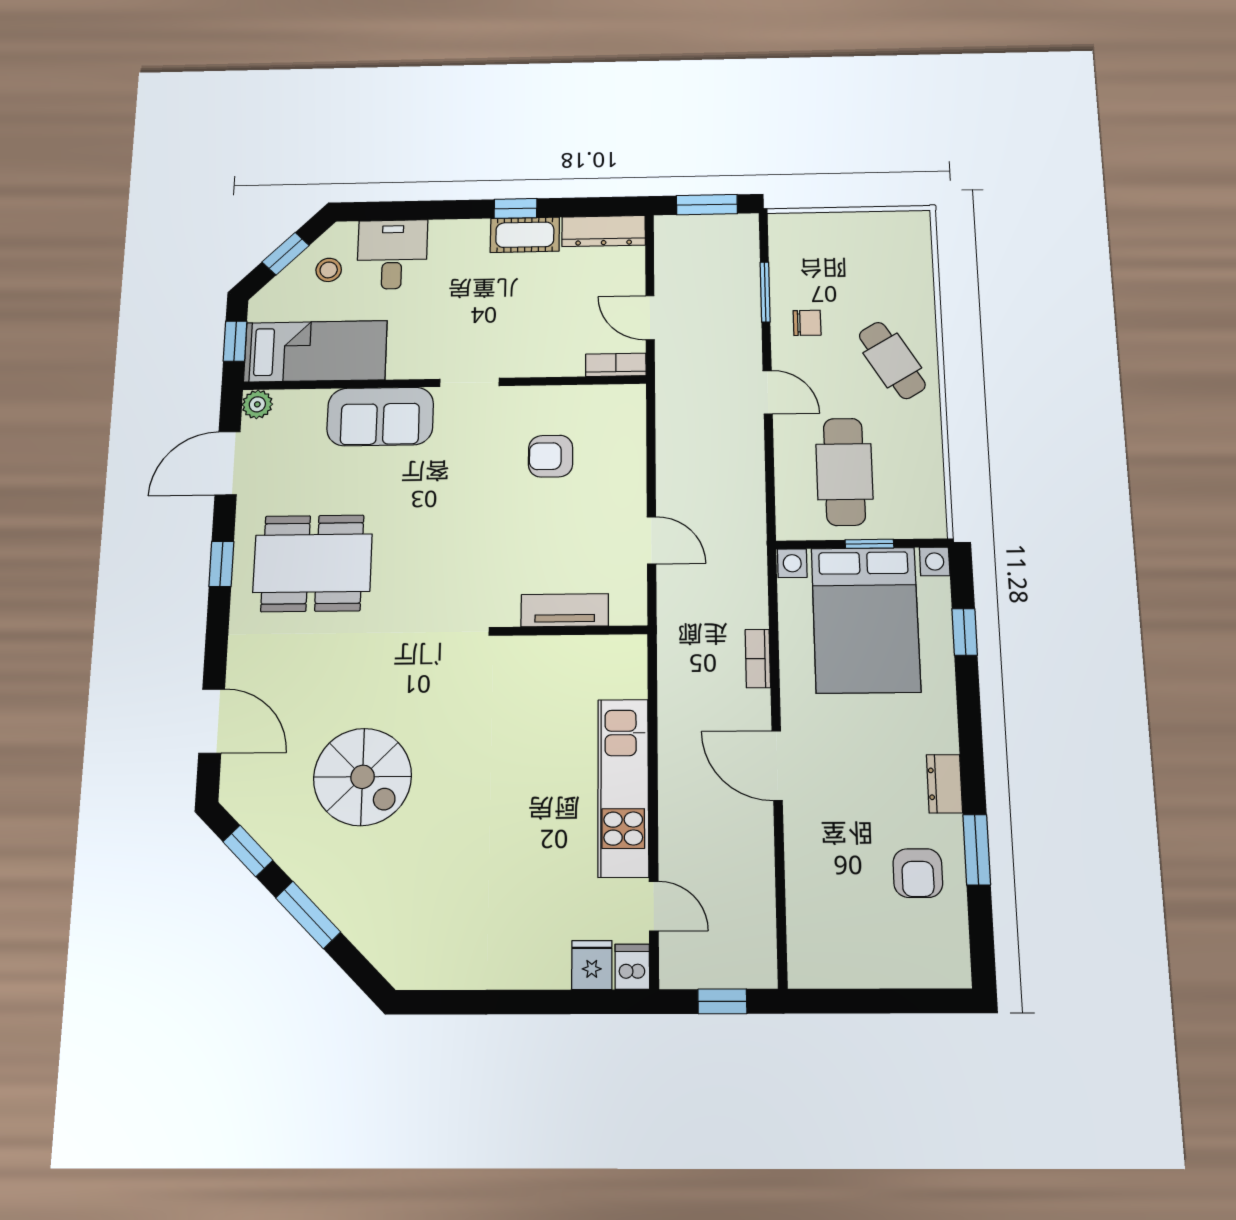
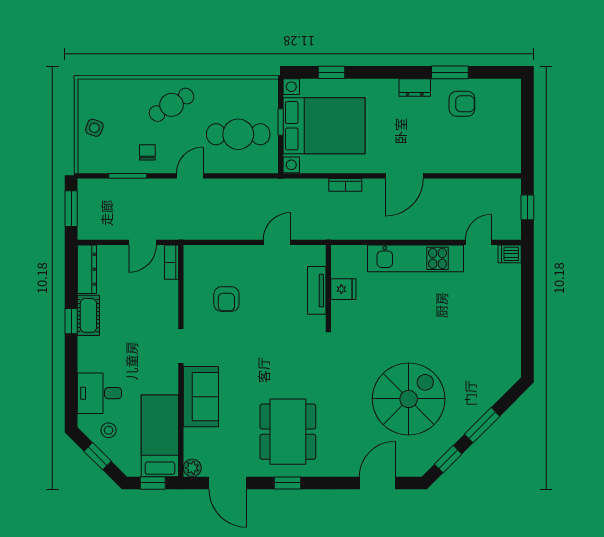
side table: (847, 238) -> (94, 128), added
spiral stairs: (363, 777) -> (409, 399), width x1.37, depth x1.37
fridge: (592, 965) -> (343, 289), moved, turned 180

